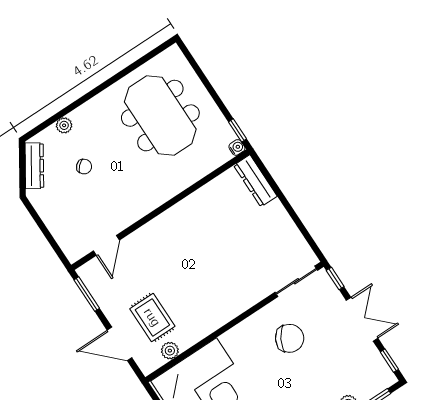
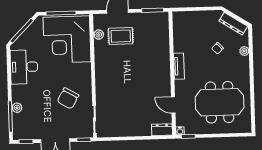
dresser: (255, 181) -> (162, 130), width x0.70
tv unit: (144, 207) -> (179, 66), added
door: (106, 245) -> (173, 105), moved

